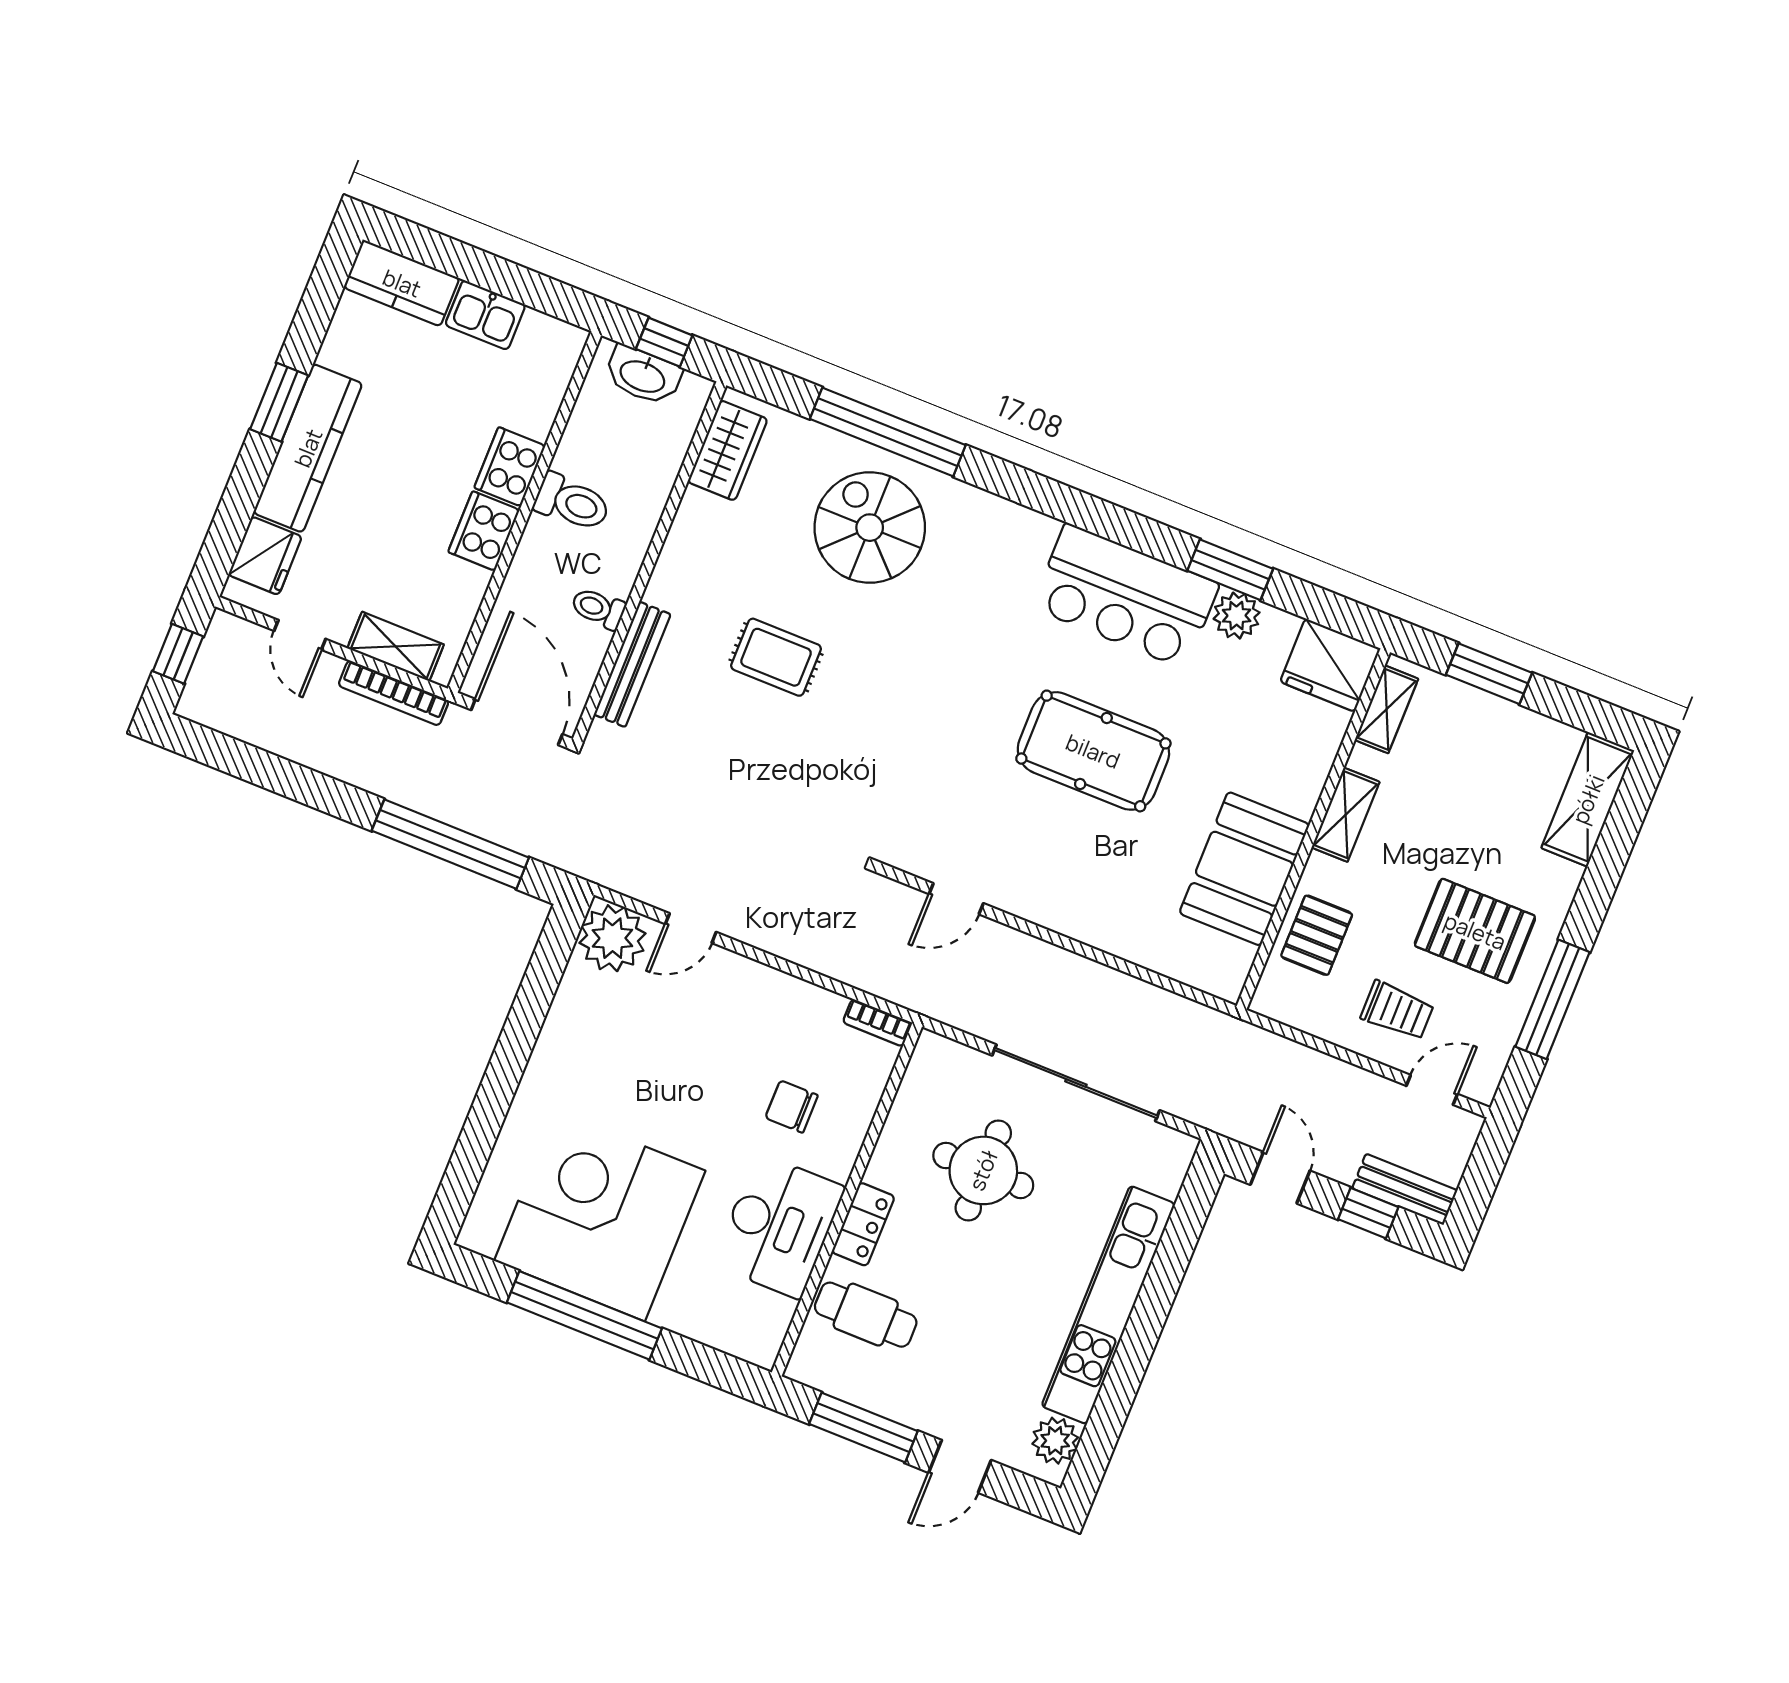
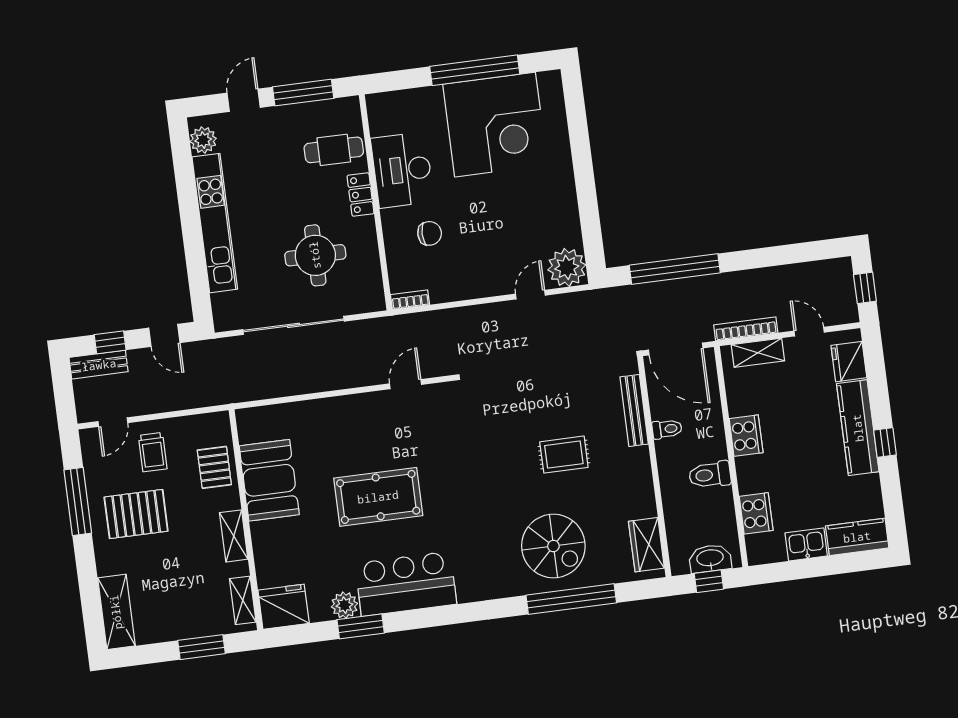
window: (279, 402) -> (885, 443), width x0.67
cooker: (510, 467) -> (756, 513), moved
trolley: (1397, 1011) -> (153, 452), turned -90

